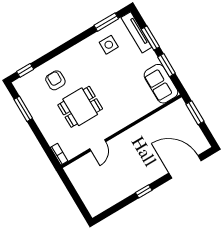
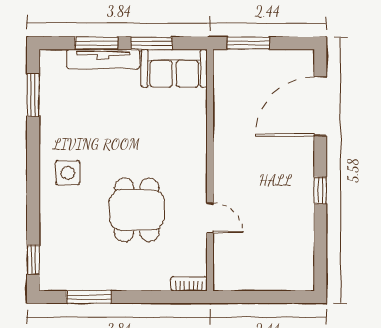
tv unit: (136, 32) -> (103, 59), moved
side table: (109, 45) -> (68, 173), moved
armchair: (55, 80) -> (75, 223), removed

